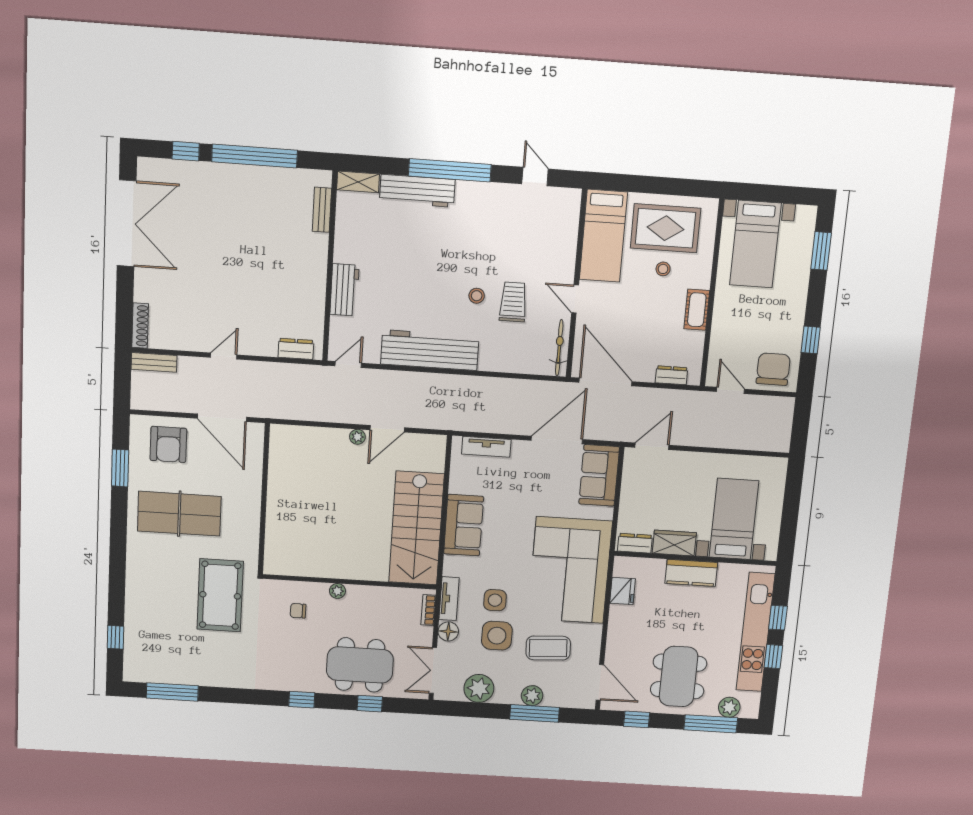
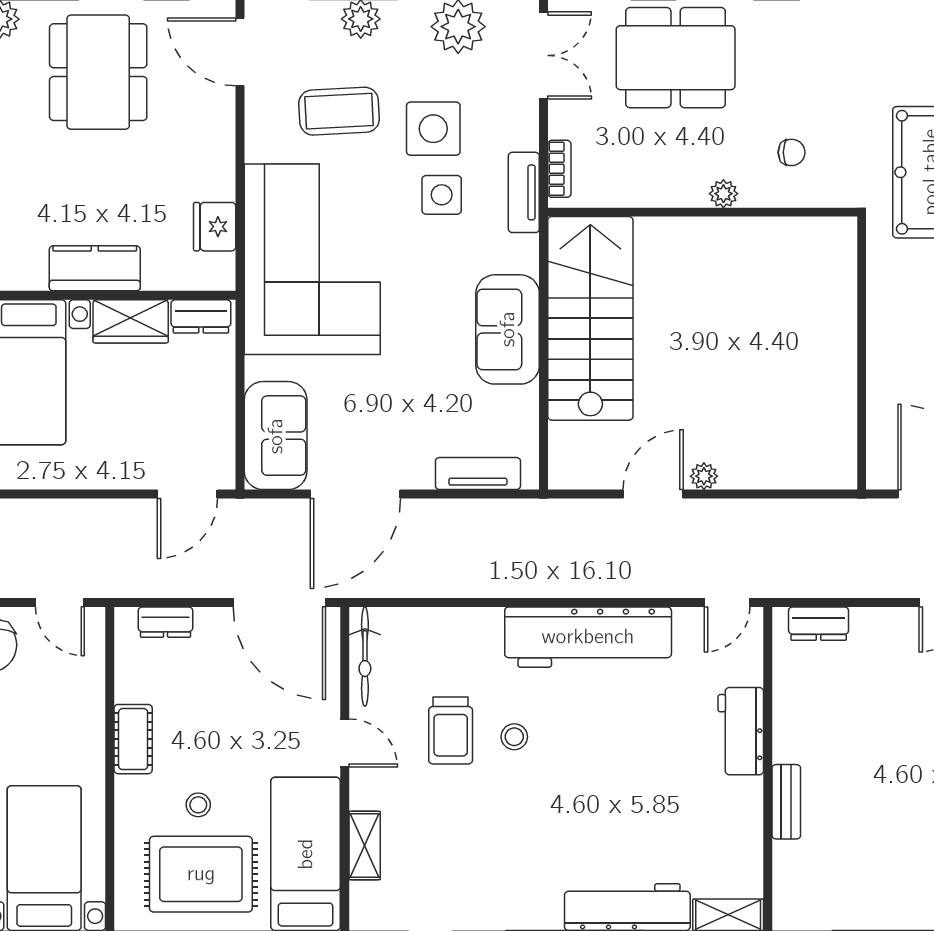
bench: (322, 210) -> (786, 802), moved
shelving: (569, 238) -> (365, 846), added
floor lamp: (448, 631) -> (521, 131), removed

